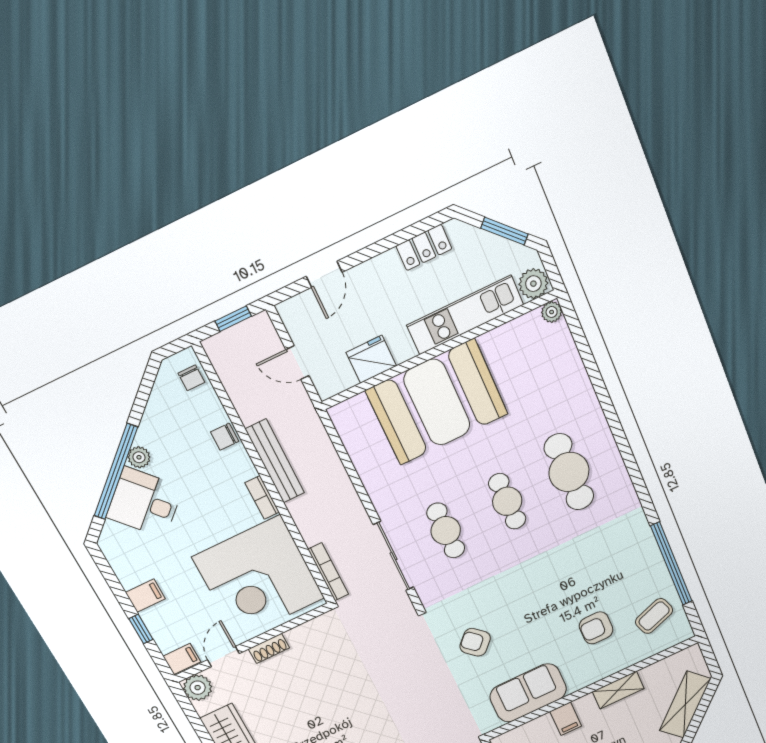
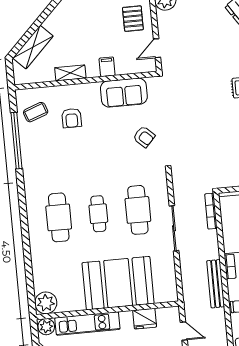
plant: (552, 312) -> (46, 303), width x1.88, depth x1.88
cafe table: (446, 530) -> (138, 210), width x1.37, depth x1.35
sliding door: (394, 556) -> (174, 228), moved
armchair: (596, 628) -> (72, 118), turned 90

